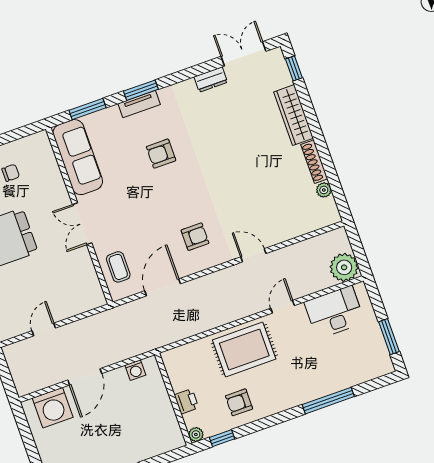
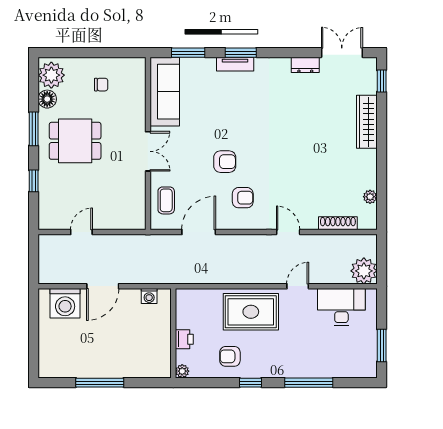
armchair: (161, 154) -> (225, 162), moved, turned 180
shoe rack: (314, 162) -> (338, 223), moved, turned 90
double door: (82, 224) -> (148, 151), swing flipped
window: (222, 438) -> (250, 383), moved

